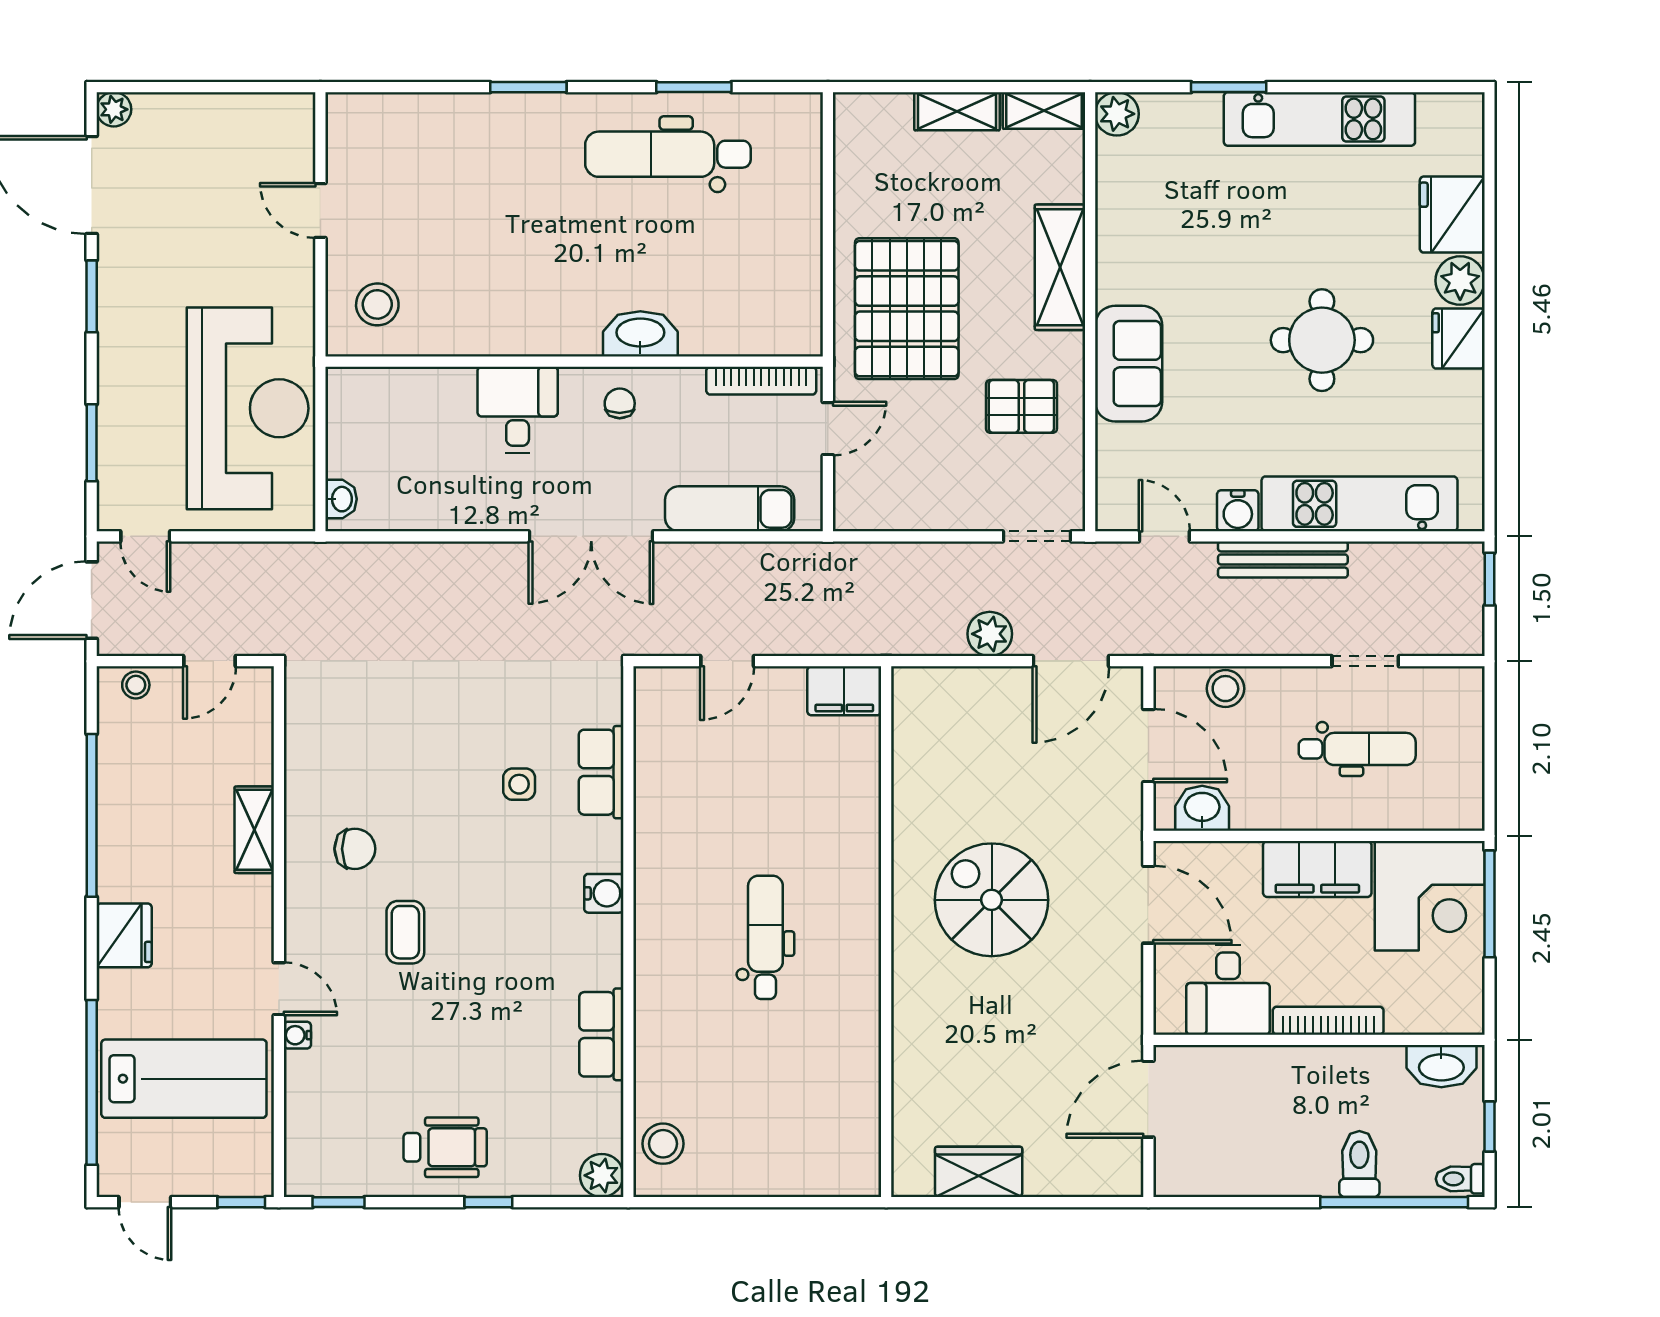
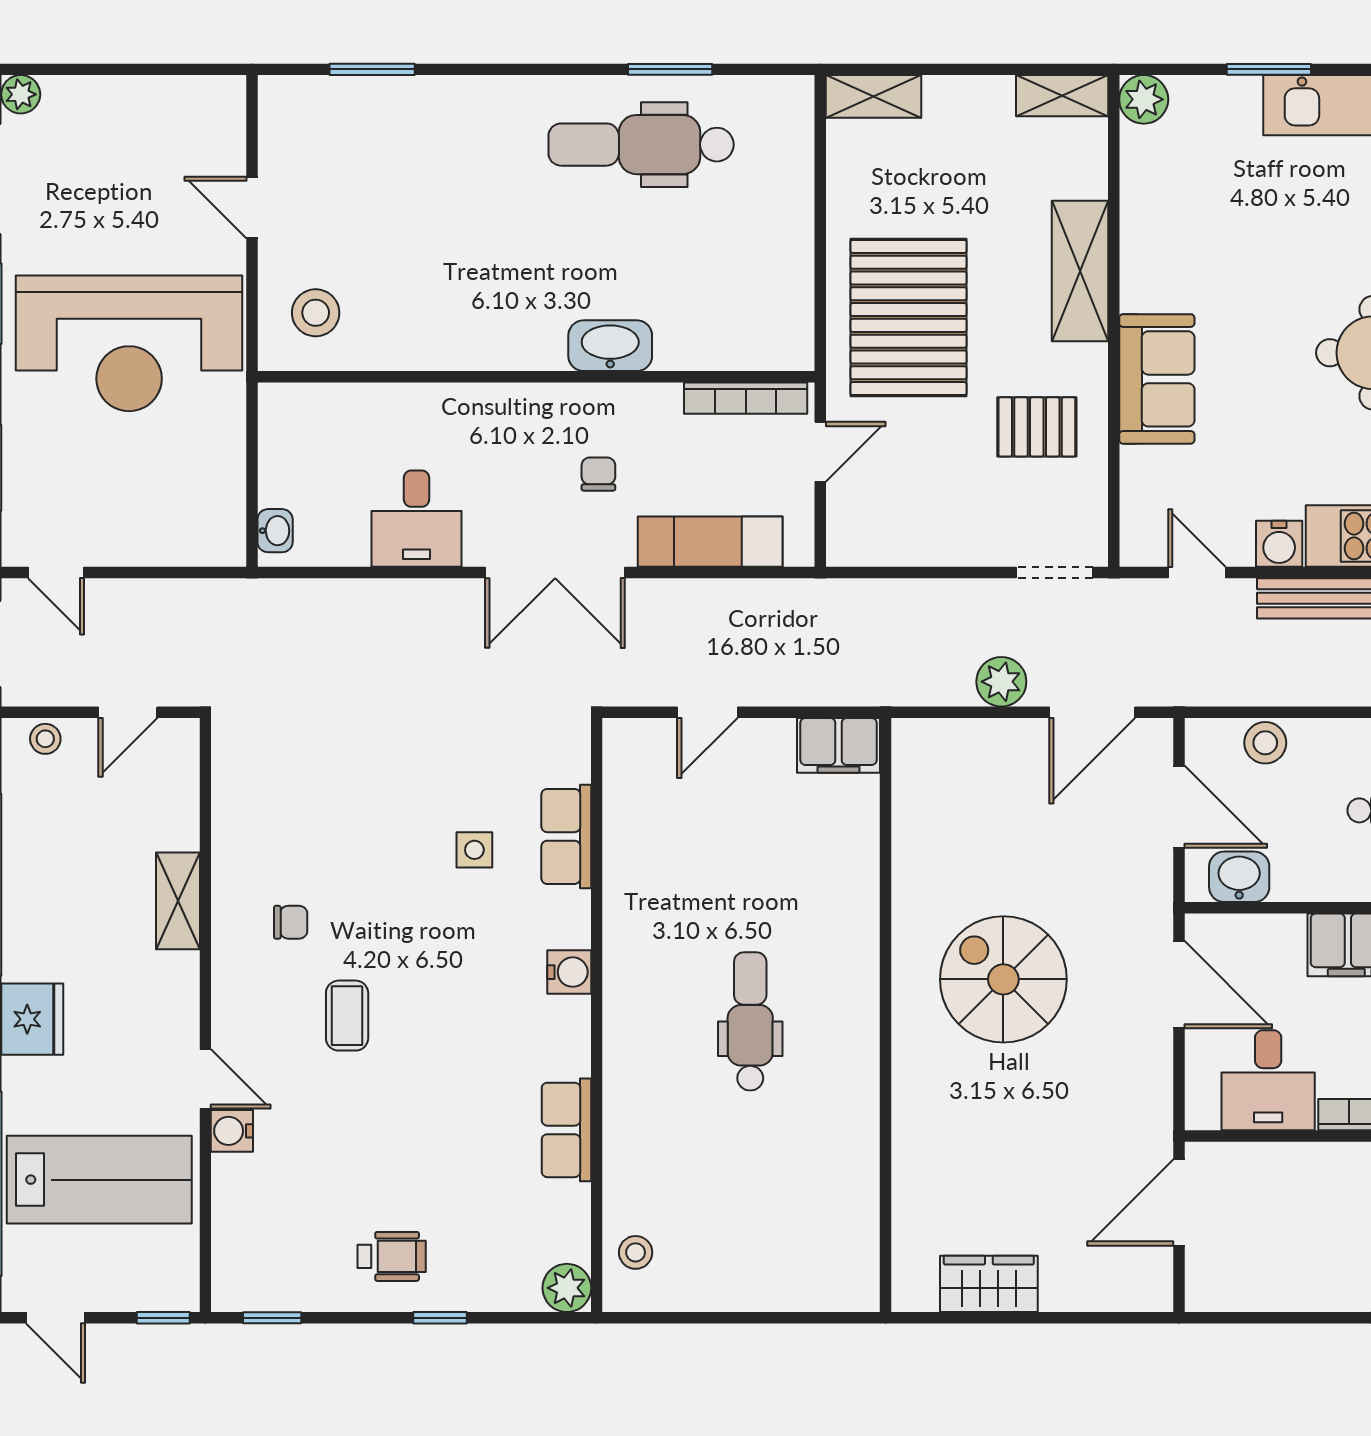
window: (528, 87) -> (372, 69), moved
shelving: (957, 111) -> (874, 96), moved
chair: (620, 403) -> (598, 474), moved
reception desk: (248, 408) -> (129, 343), moved, turned 90
desk: (518, 410) -> (417, 519), moved, turned 180
chair: (355, 849) -> (291, 922), width x0.73, depth x0.73
water cooler: (297, 1035) -> (232, 1131), width x1.38, depth x1.38
stool: (663, 1144) -> (636, 1252), width x0.73, depth x0.73
wheelchair: (445, 1147) -> (392, 1256), width x0.73, depth x0.73

